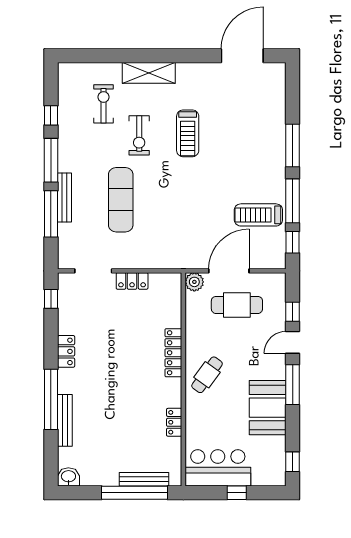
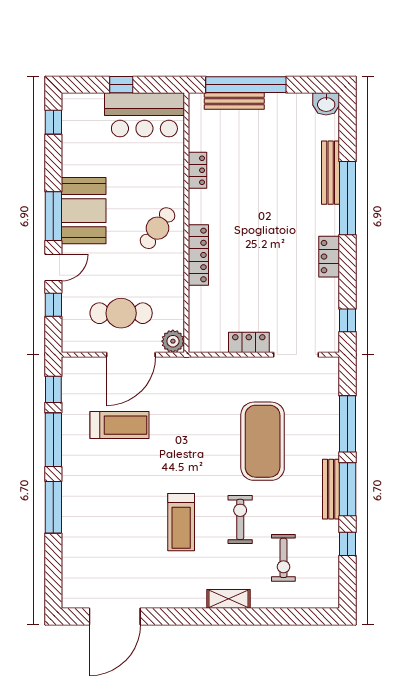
shelving: (149, 73) -> (228, 599), width x0.67, depth x0.75
treadmill: (188, 133) -> (181, 522), turned 180
bench: (64, 197) -> (331, 489), moved
exercise mat: (121, 200) -> (263, 441), width x1.47
treadmill: (258, 215) -> (120, 425), moved
booth: (268, 408) -> (84, 211), moved

